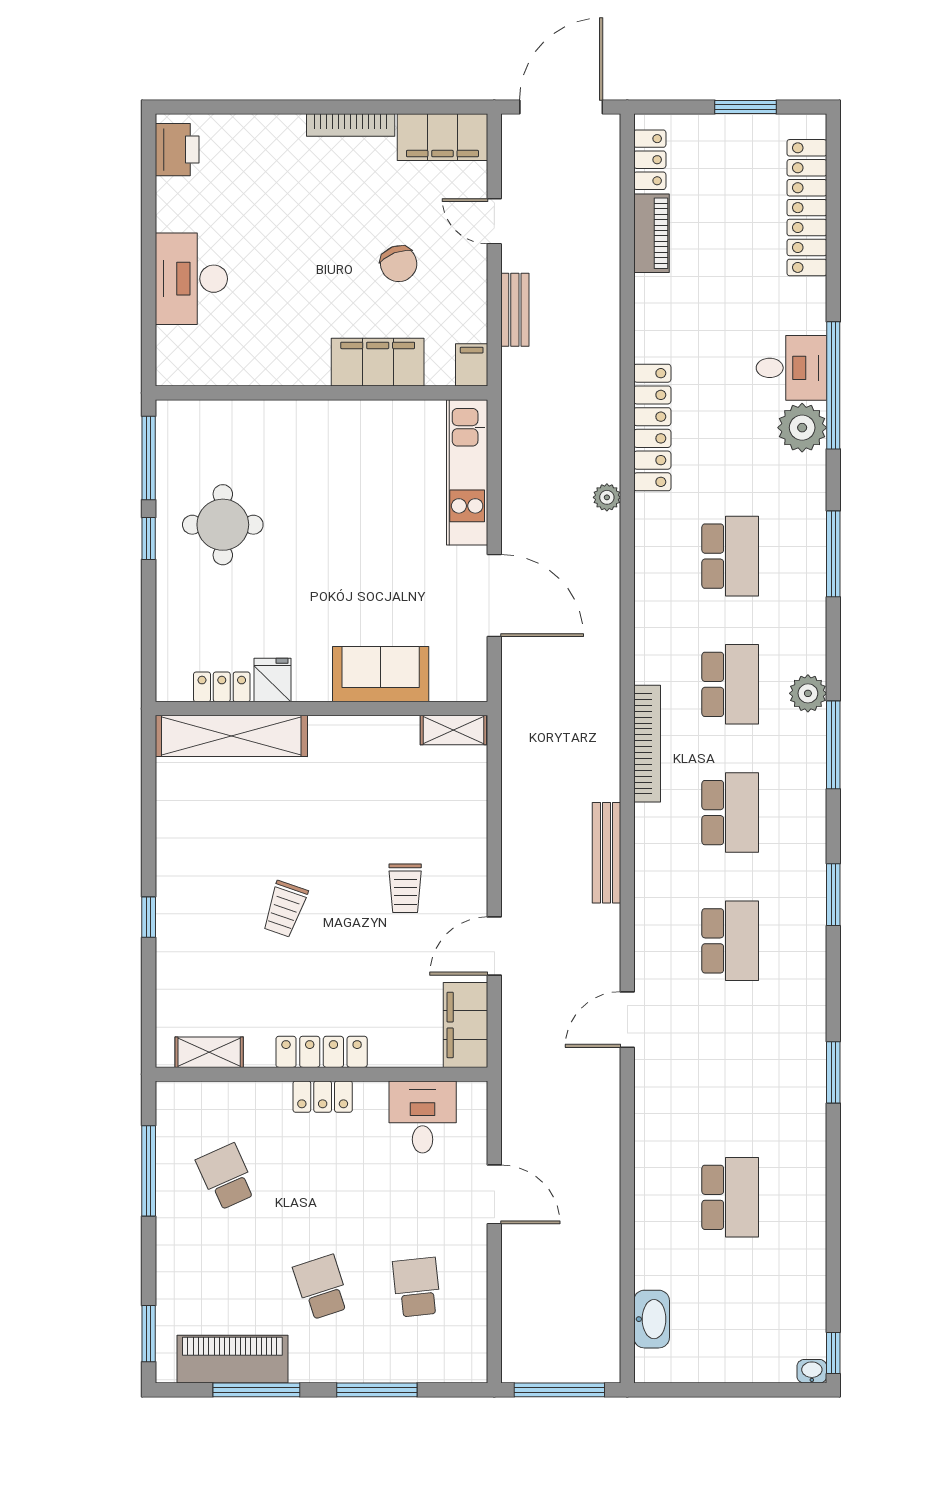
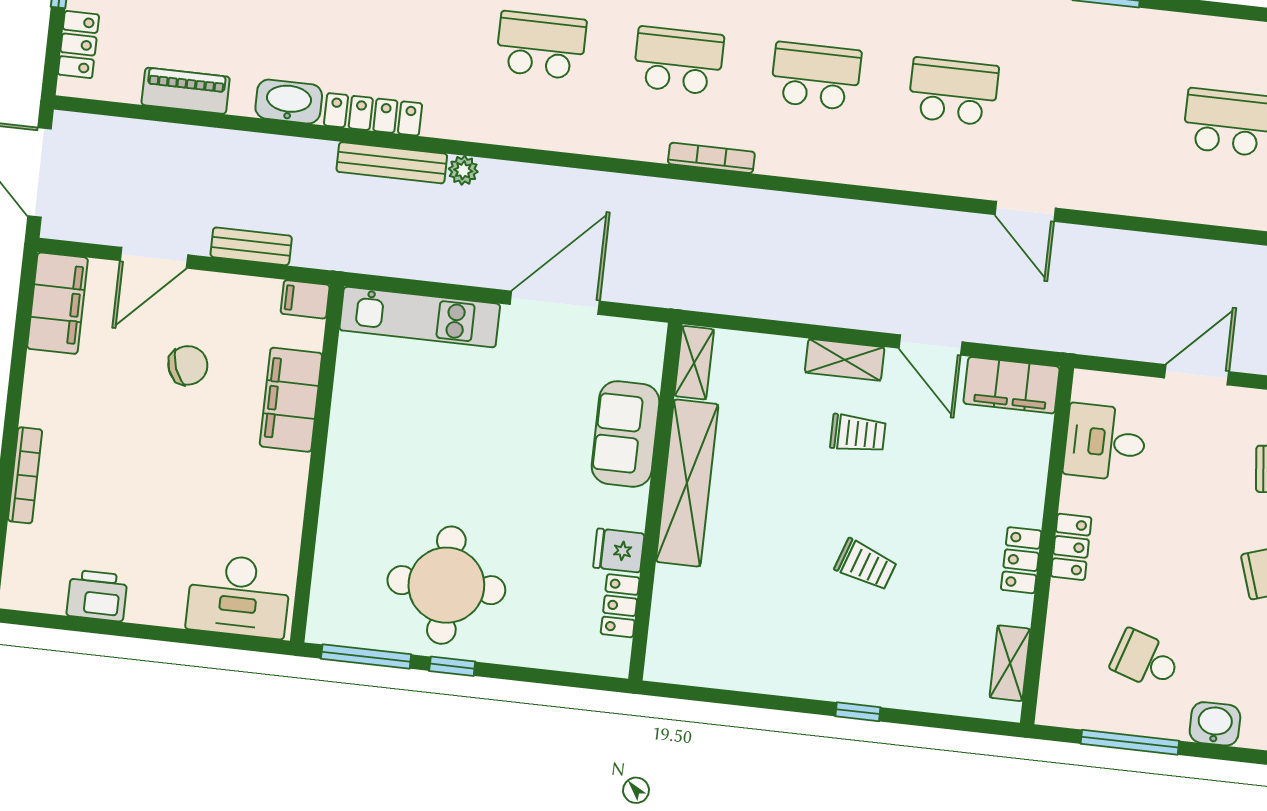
bookcase: (351, 125) -> (25, 475), moved
printer: (177, 150) -> (97, 596), moved
locker: (650, 160) -> (78, 45), moved, turned 90
door: (494, 221) -> (154, 258), width x1.38
desk: (191, 279) -> (239, 596), moved
washbasin: (652, 329) -> (289, 102), added
locker: (652, 428) -> (373, 114), width x0.71, depth x0.83
round table: (223, 525) -> (446, 585), width x1.36, depth x1.36
shelving: (231, 736) -> (687, 483), moved
bookcase: (647, 744) -> (711, 158), width x0.68, depth x0.76
bench: (606, 853) -> (392, 163), moved
shelving: (472, 868) -> (845, 360), added
locker: (322, 1052) -> (1021, 560), width x0.66
school desk: (226, 1177) -> (1146, 660), turned 42
washbasin: (174, 1247) -> (1215, 724), added

